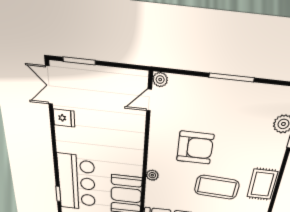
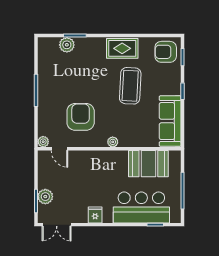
plant: (86, 74) -> (45, 197), added
fridge: (64, 118) -> (95, 215), moved
armchair: (195, 148) -> (81, 117), moved
plant: (152, 175) -> (113, 142), moved

